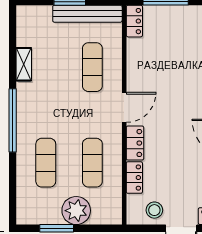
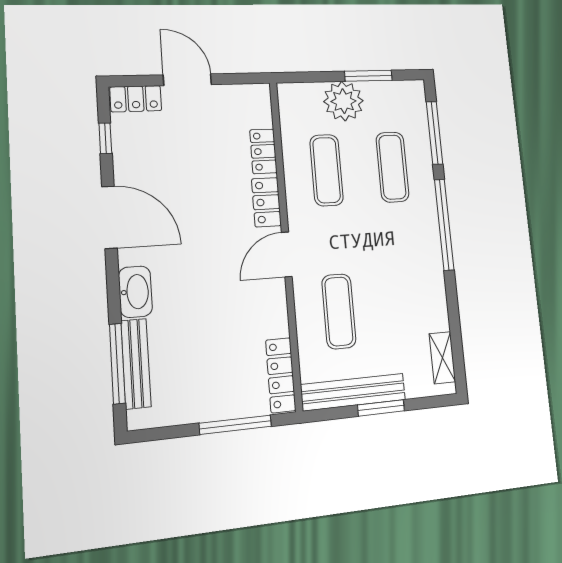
locker: (134, 21) -> (281, 375), width x1.53
shelving: (24, 64) -> (442, 358), moved
window: (13, 186) -> (435, 133), added
stool: (154, 210) -> (230, 105), removed

